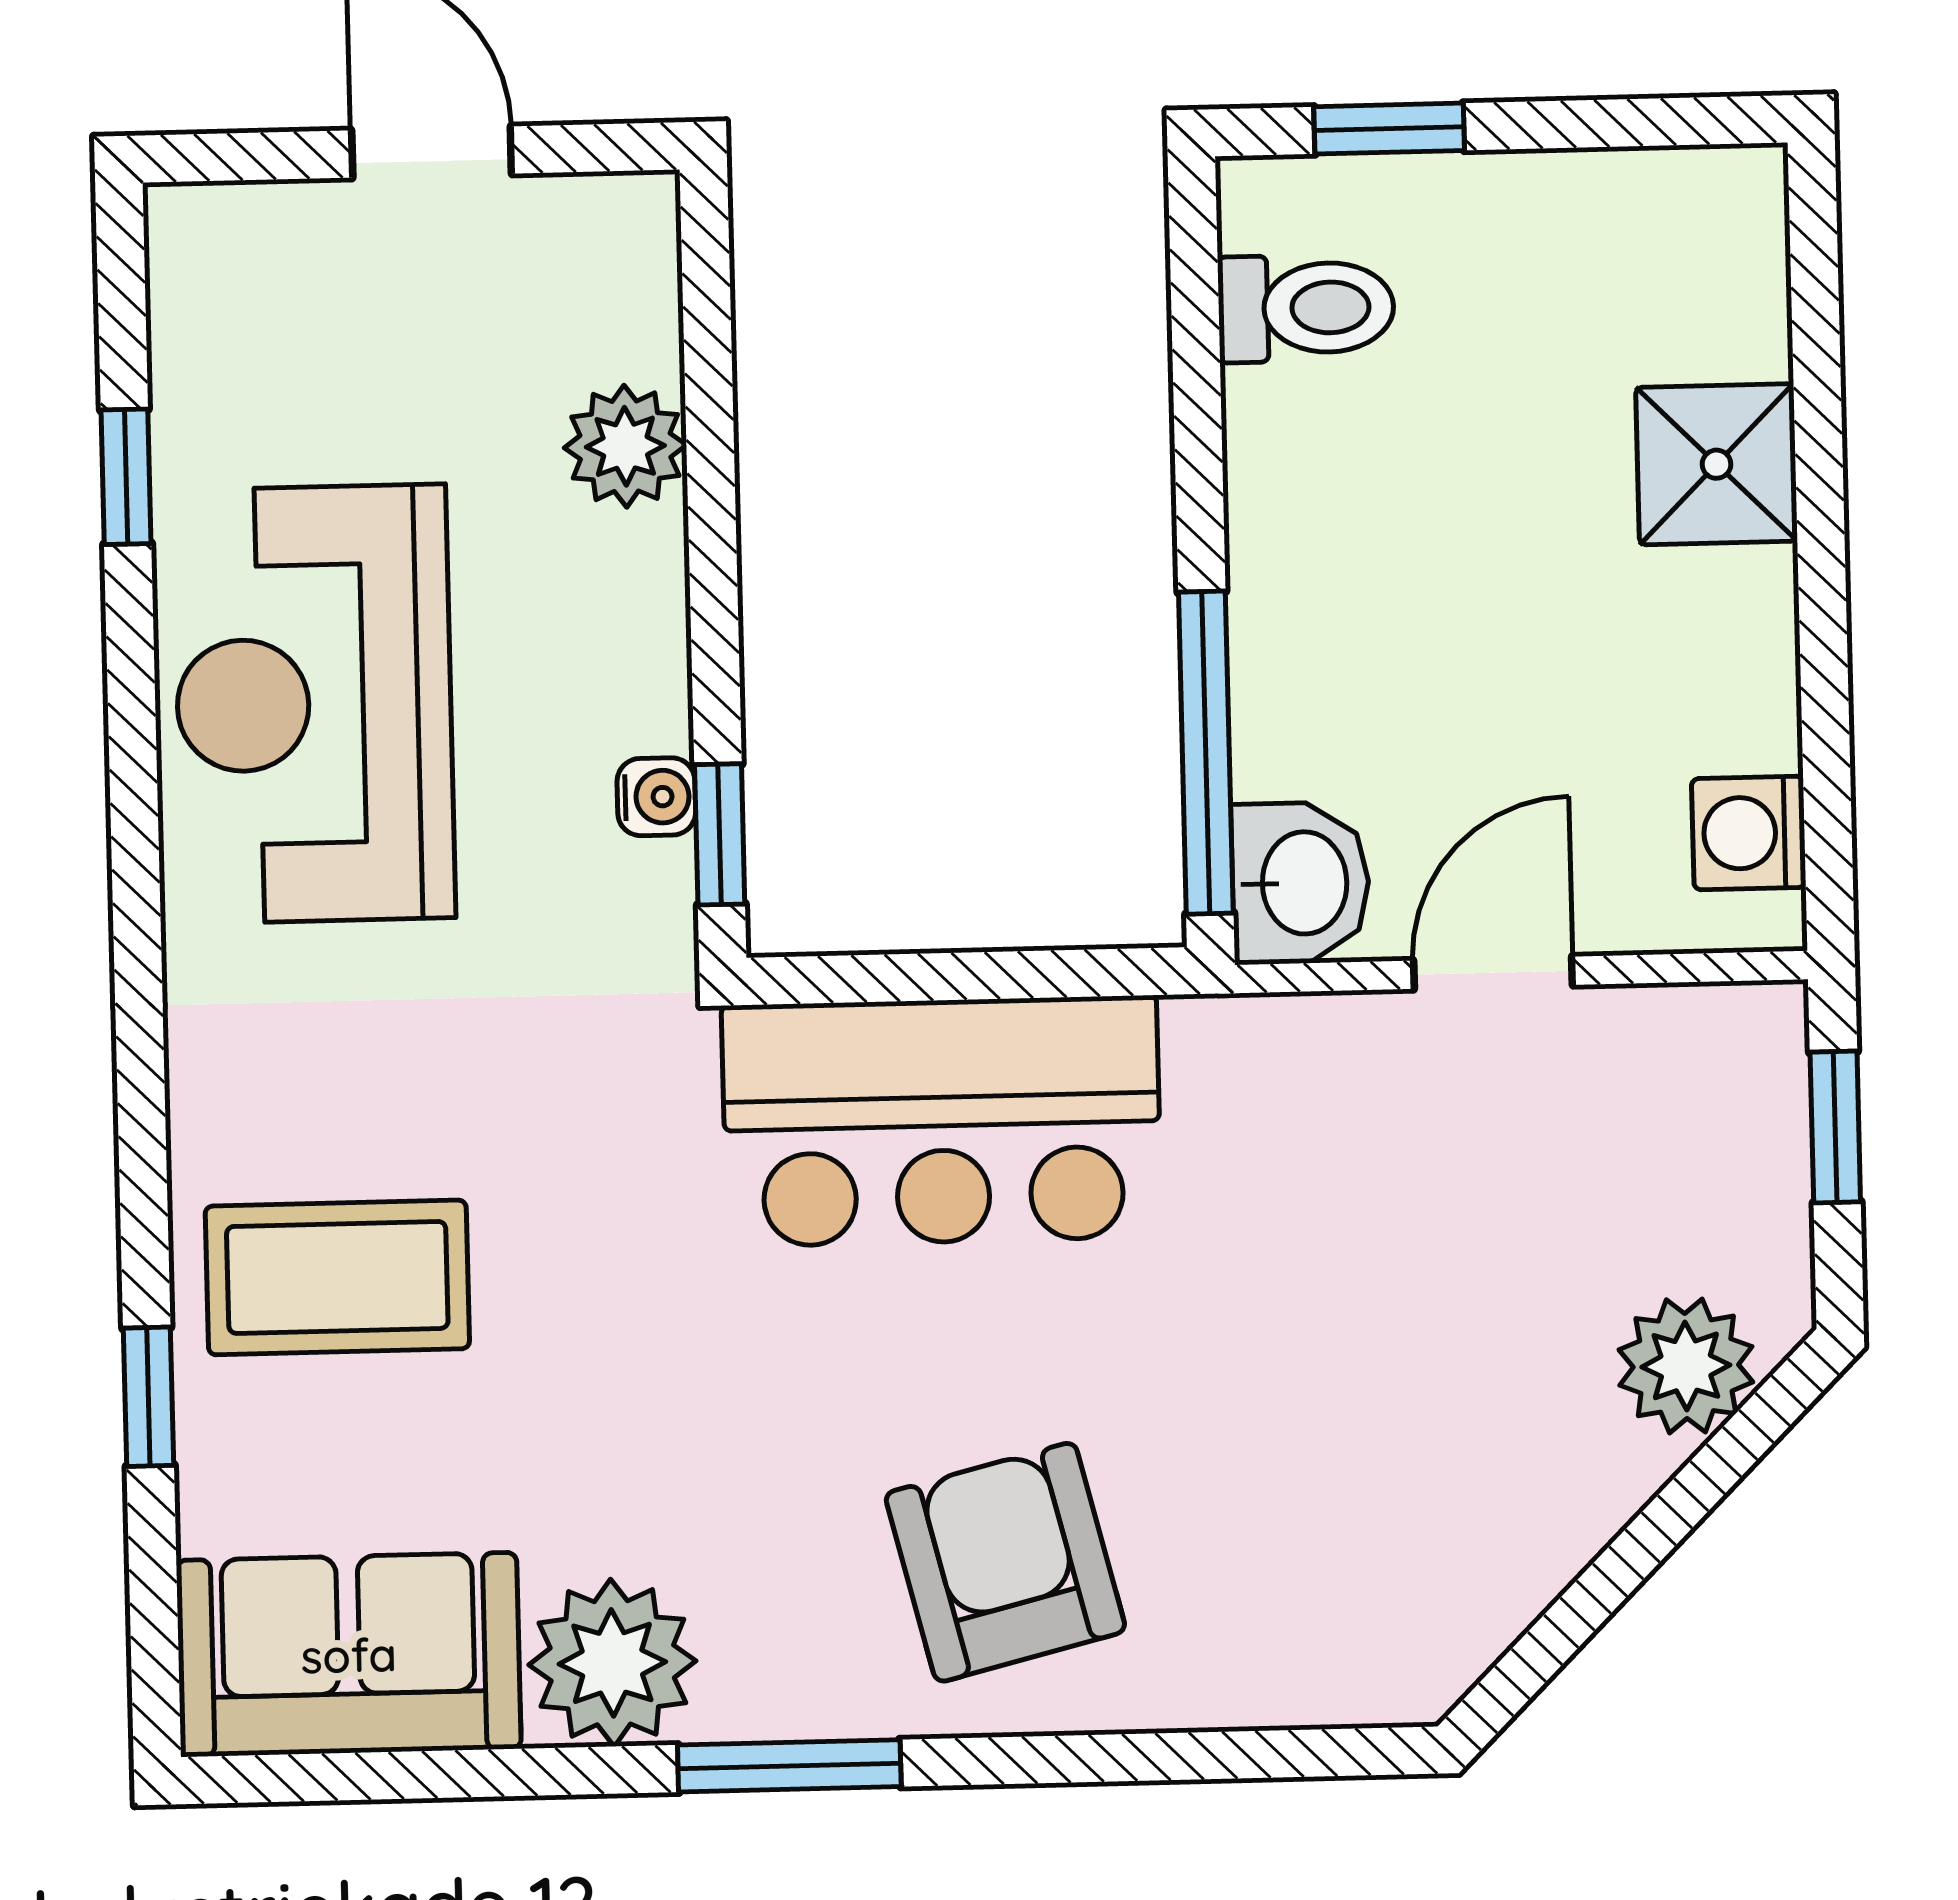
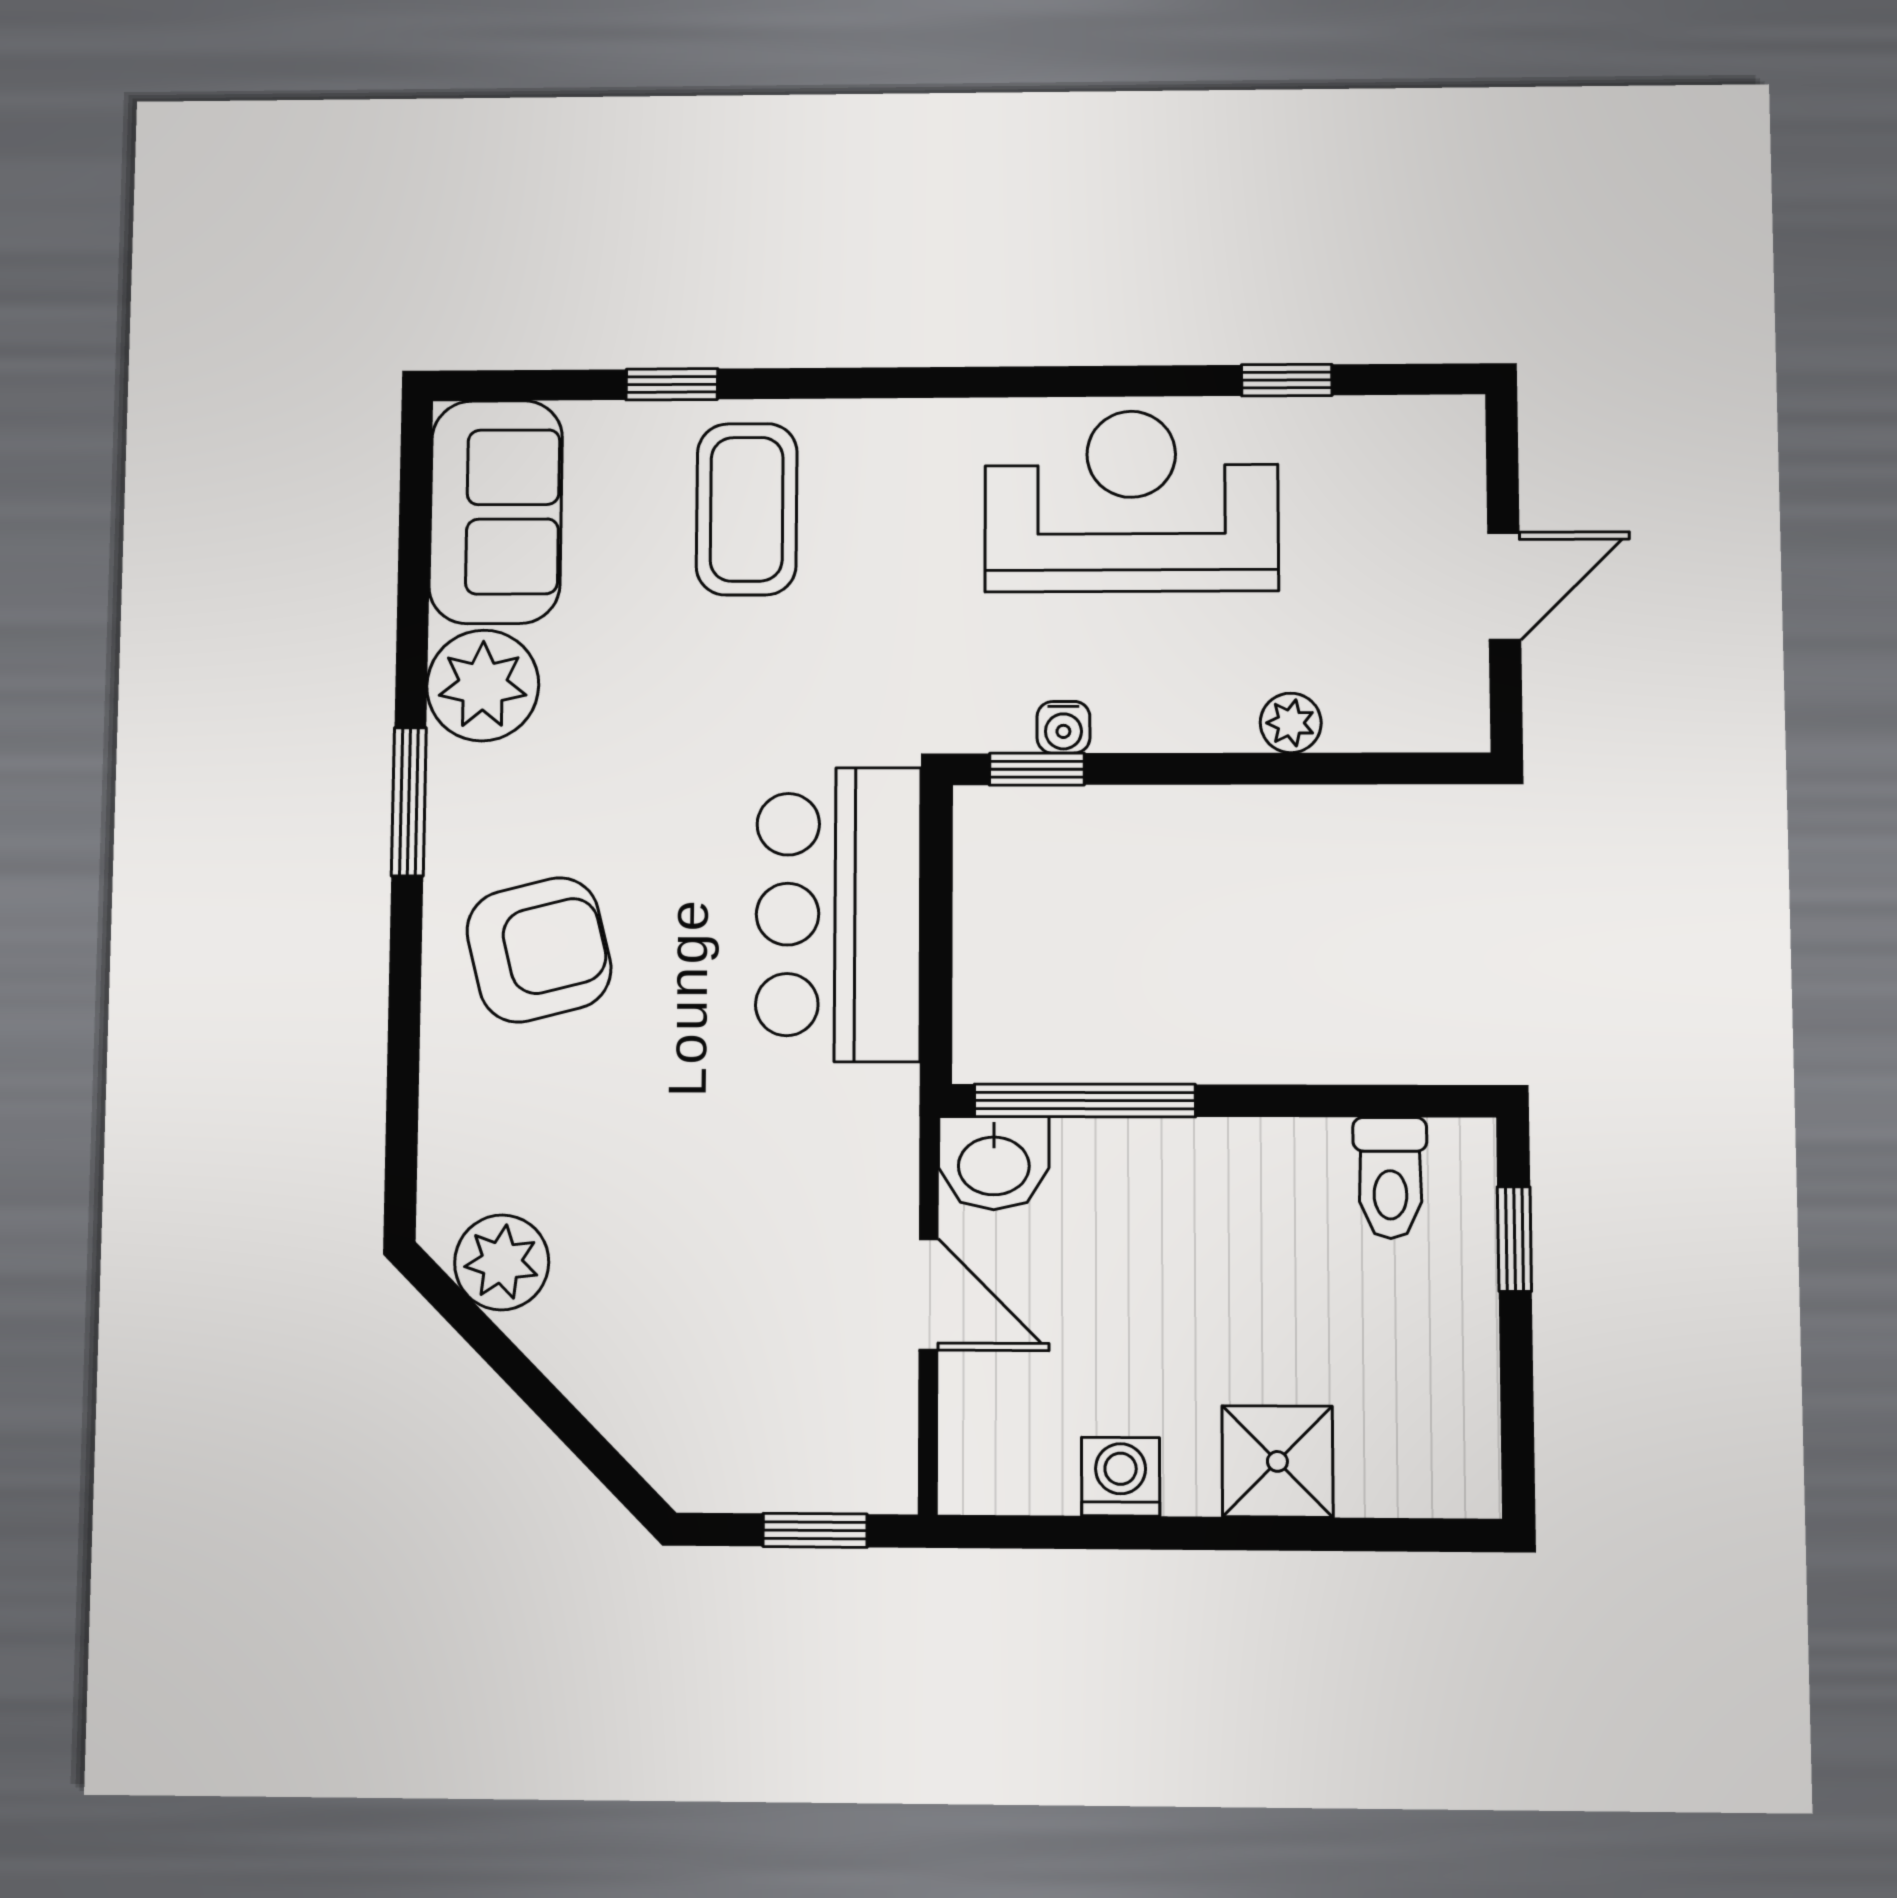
plant: (625, 446) -> (1291, 723), width x0.73, depth x0.73
washing machine: (1749, 833) -> (1121, 1477), moved
plant: (1686, 1366) -> (502, 1262), moved

